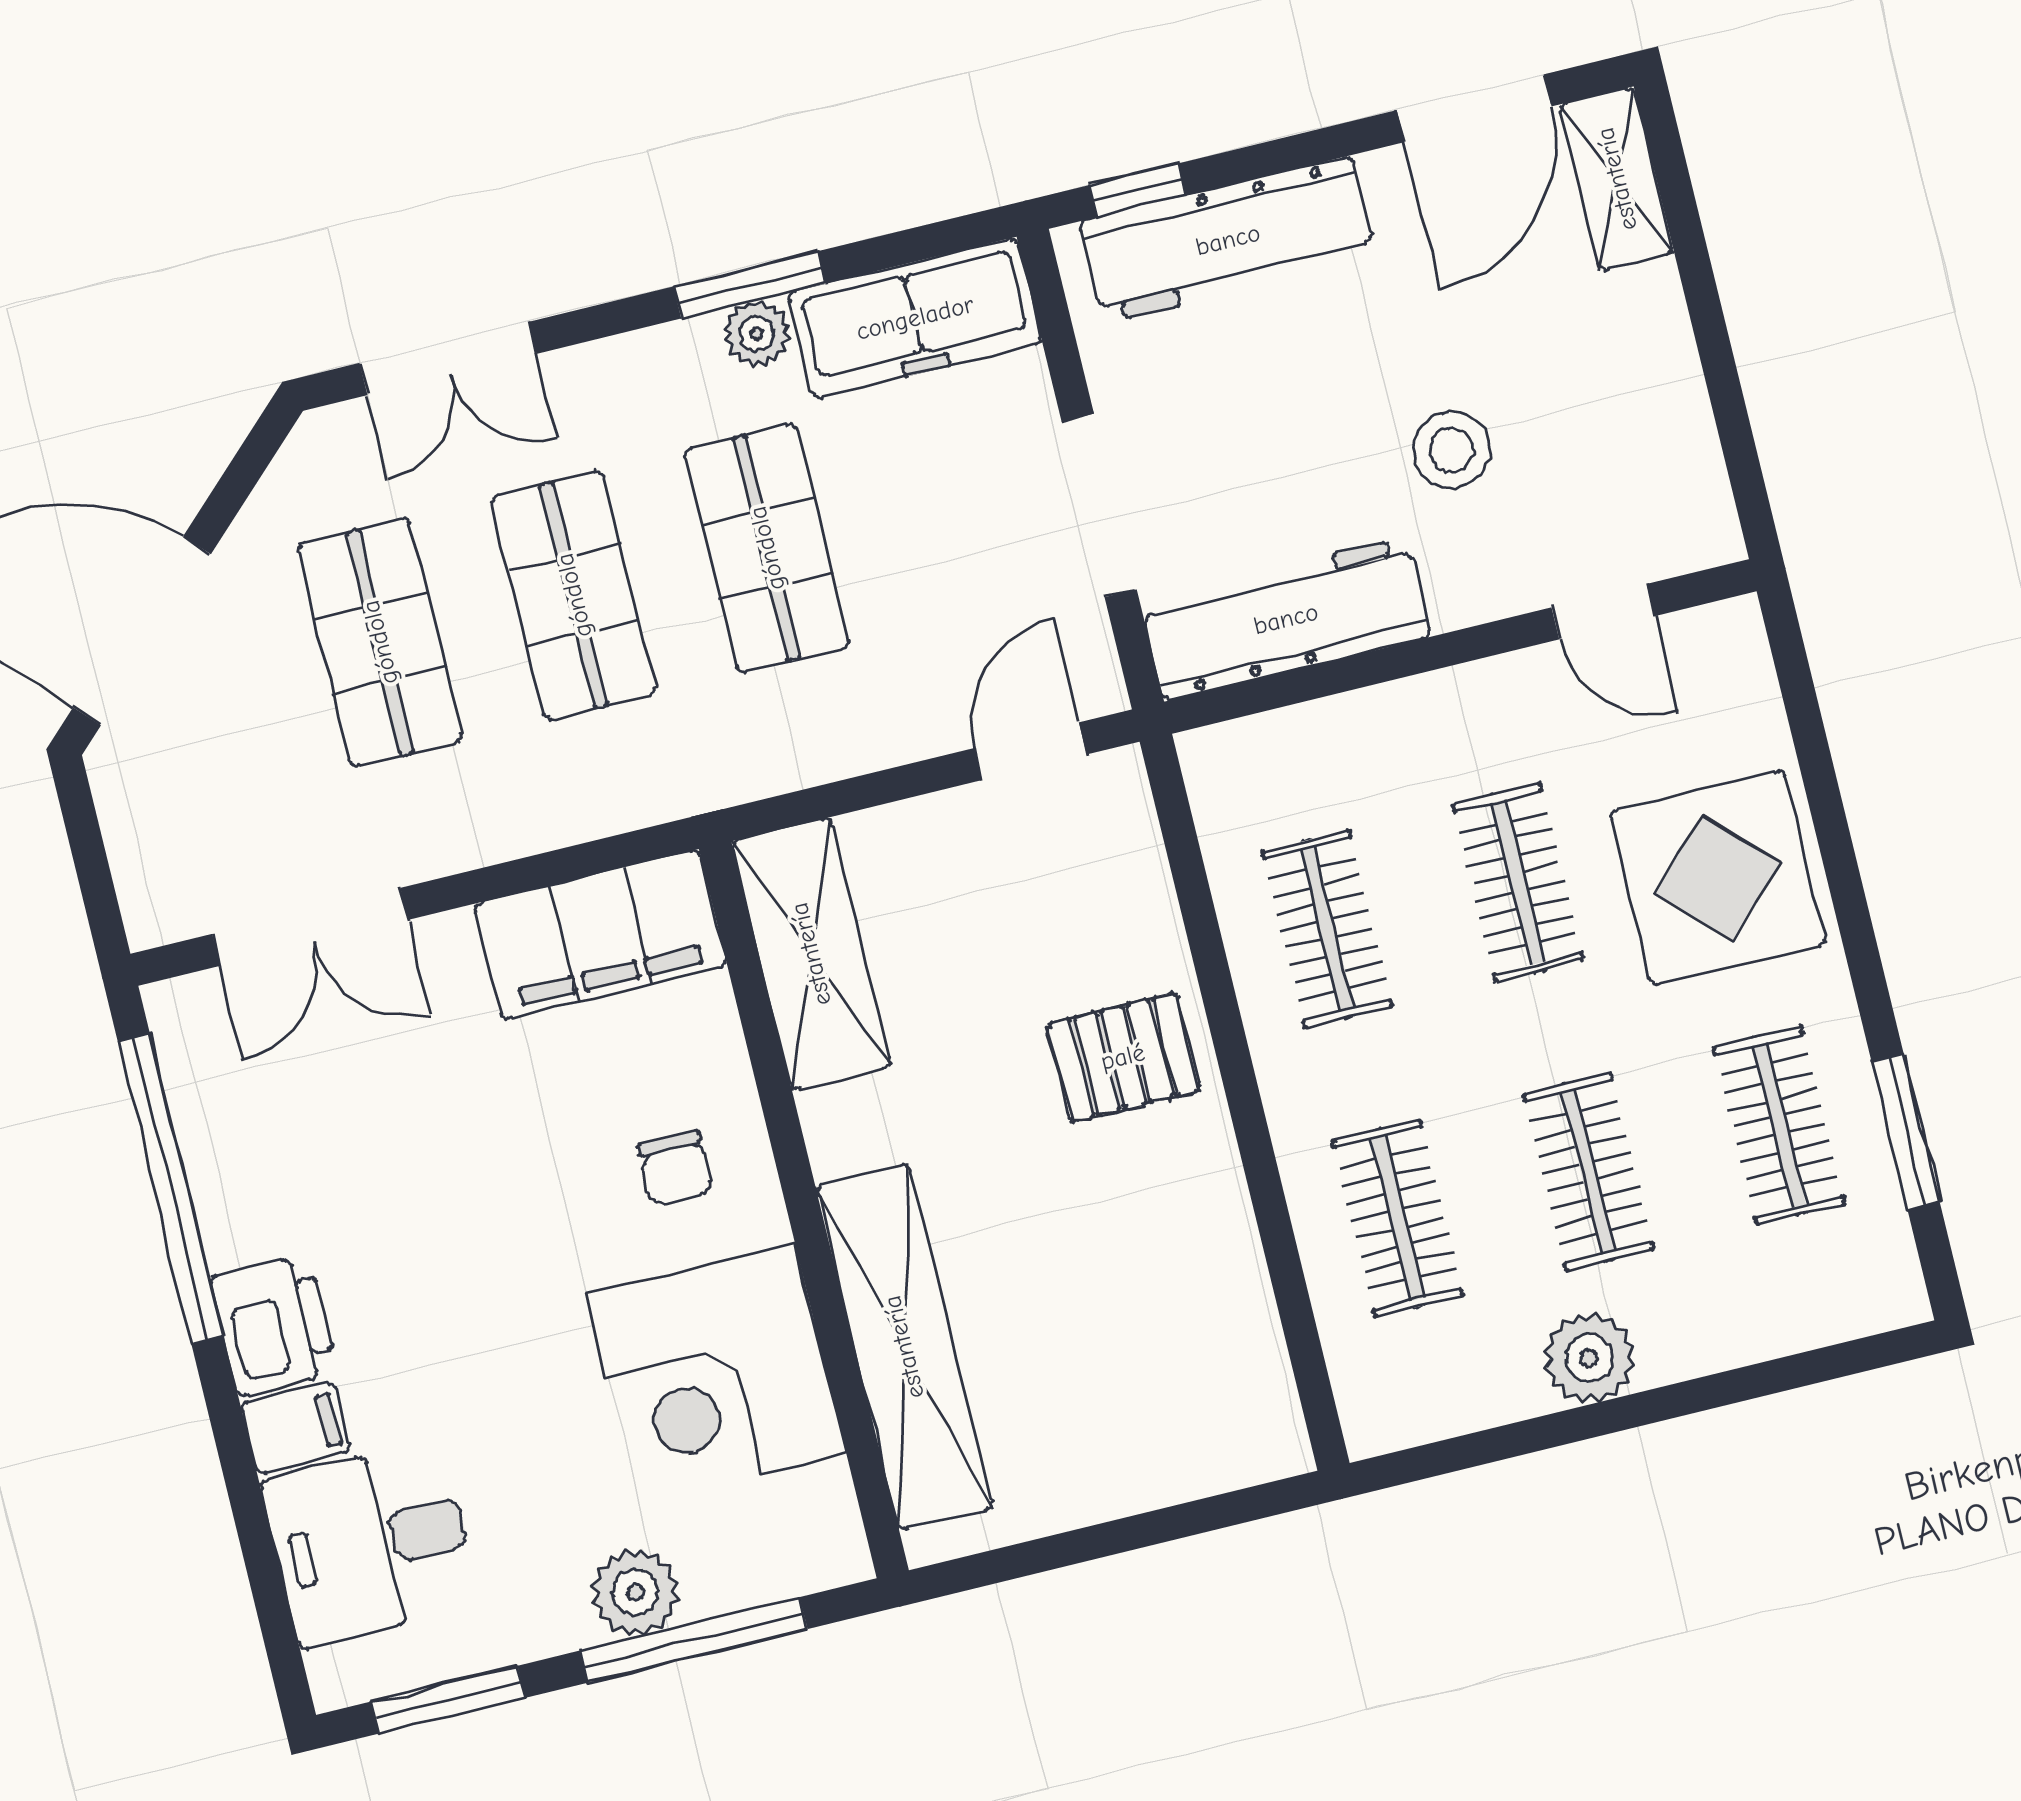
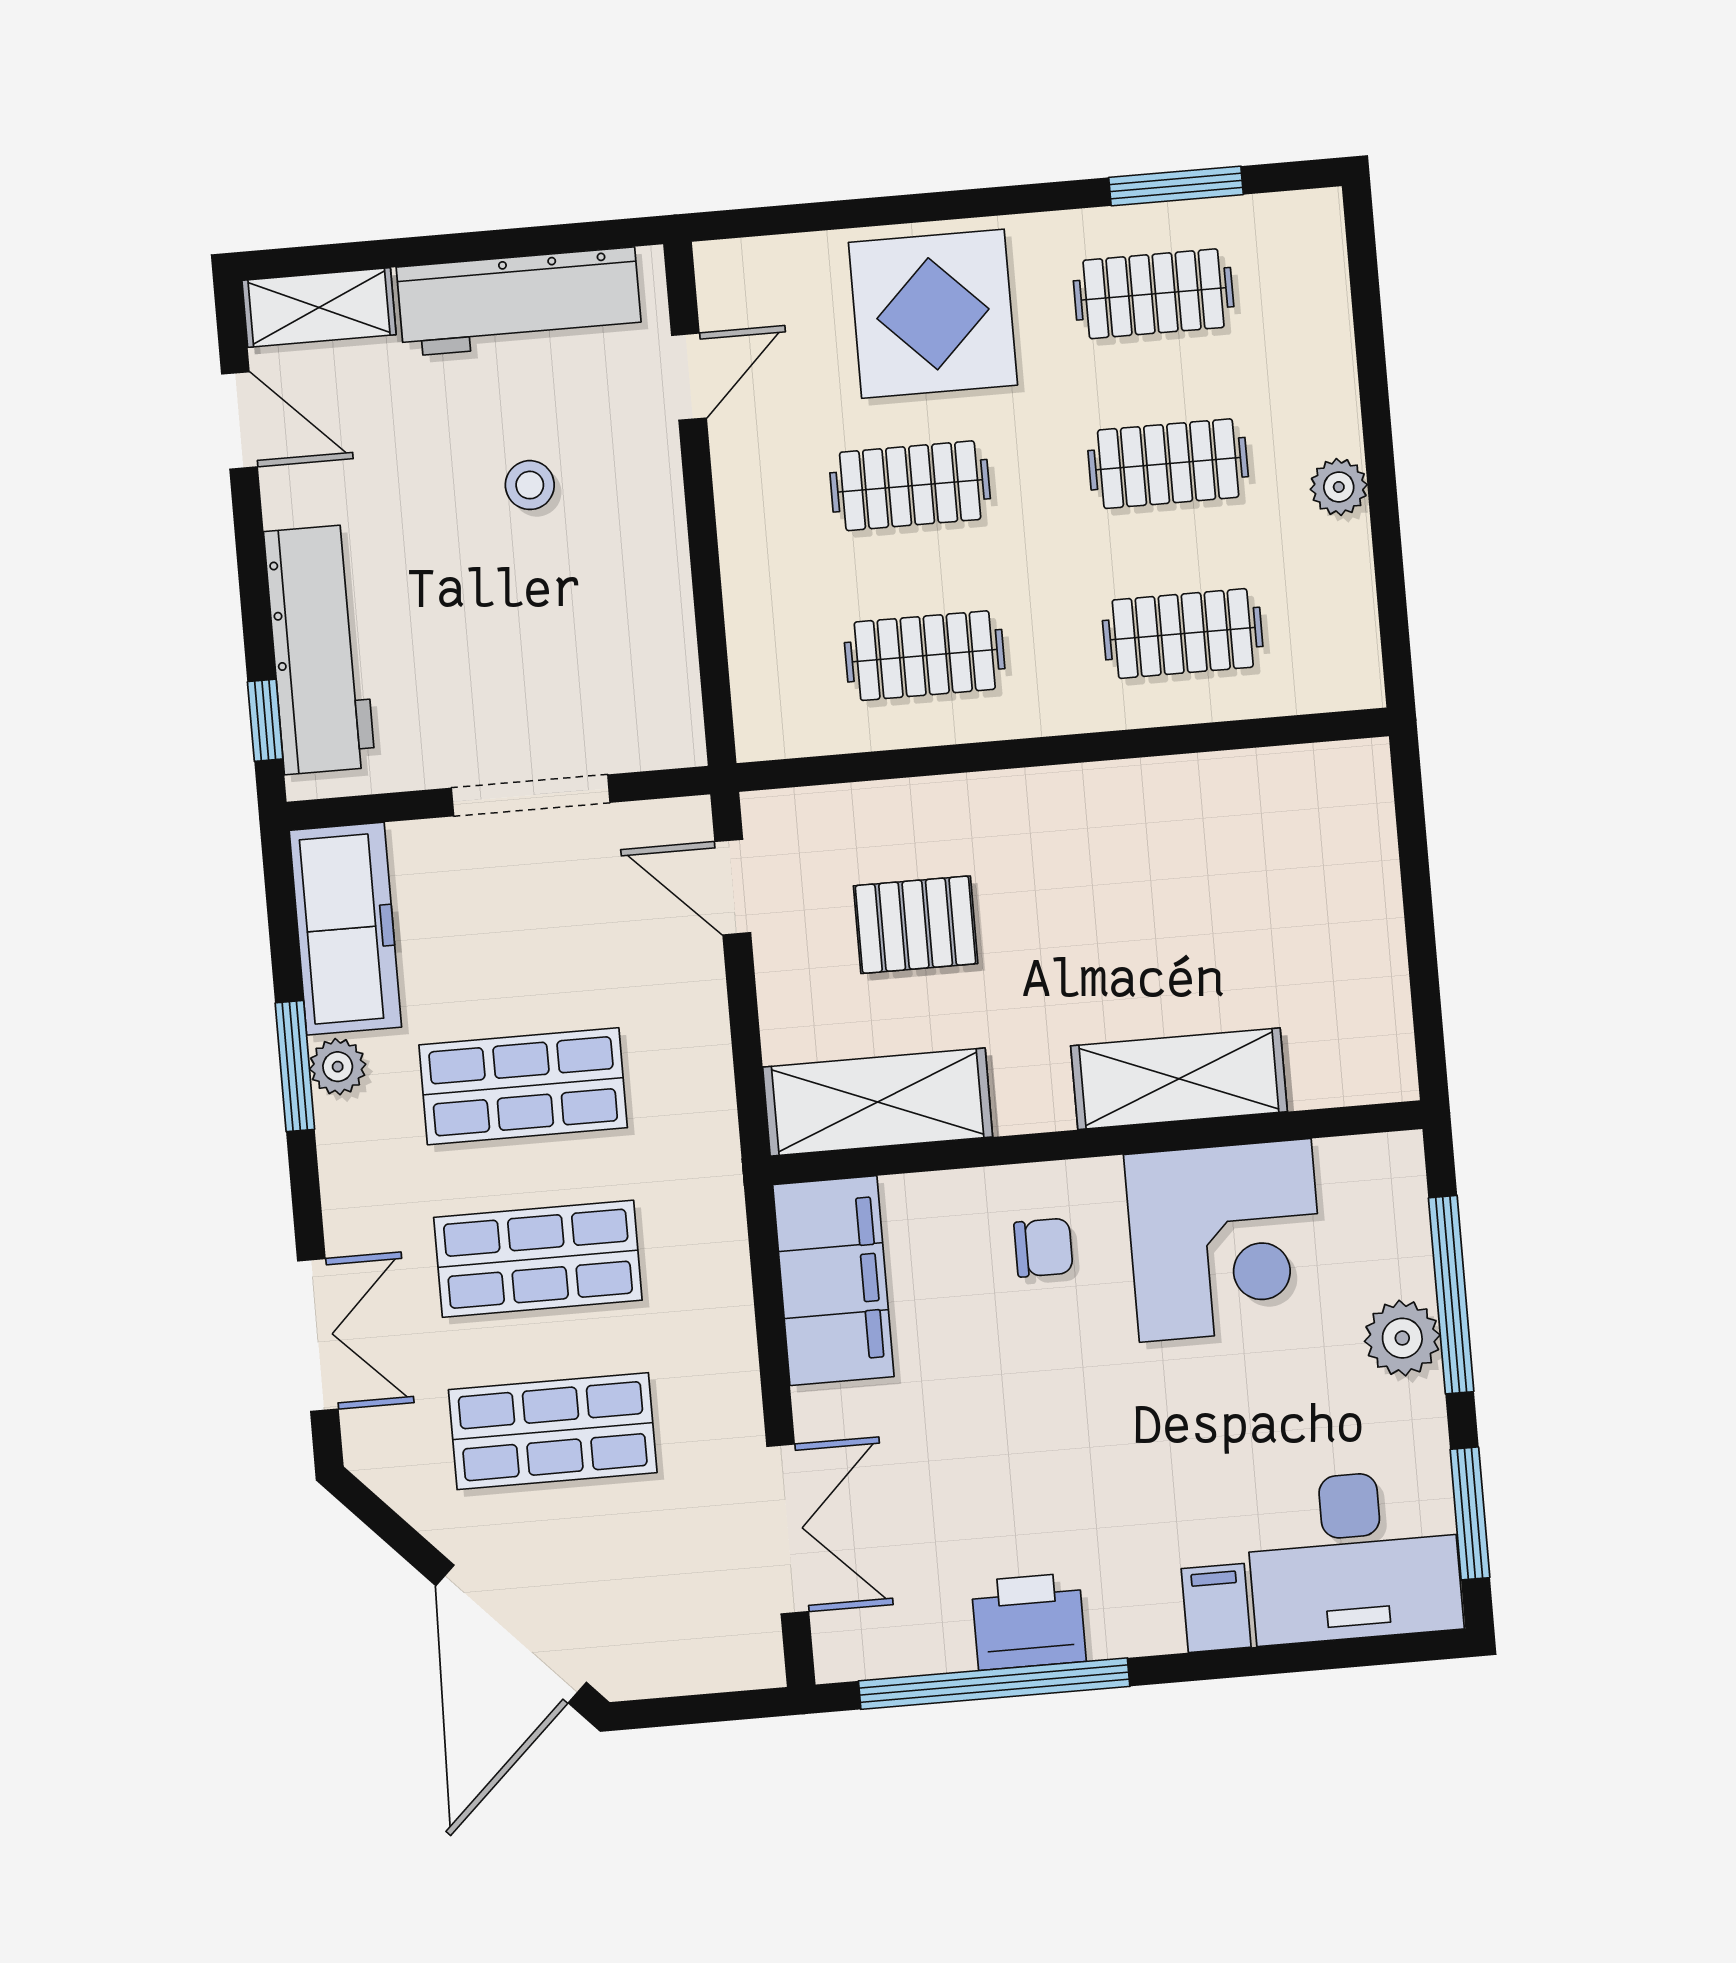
door: (1474, 108) -> (239, 420), width x0.73
stool: (1452, 450) -> (530, 485), width x0.73, depth x0.73
workbench: (1286, 619) -> (519, 302), moved, turned -90
pallet: (1123, 1057) -> (916, 925), moved, turned 90
printer: (274, 1325) -> (1029, 1621), moved
shelving: (904, 1347) -> (1179, 1079), width x0.68
plant: (1589, 1358) -> (1339, 487), width x0.73, depth x0.73
desk: (371, 1544) -> (1354, 1556), width x1.37

